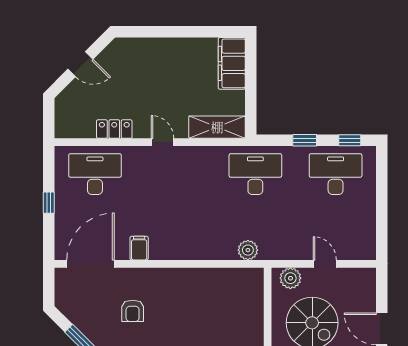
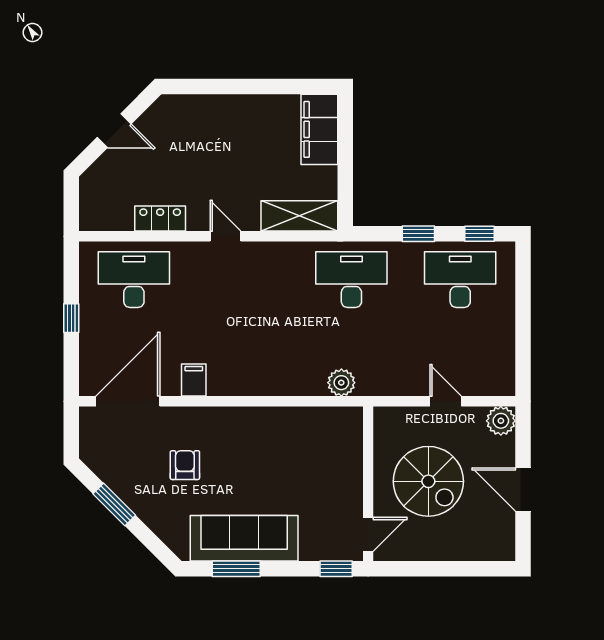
plant: (290, 278) -> (501, 421), moved
armchair: (133, 311) -> (185, 465), turned 180

